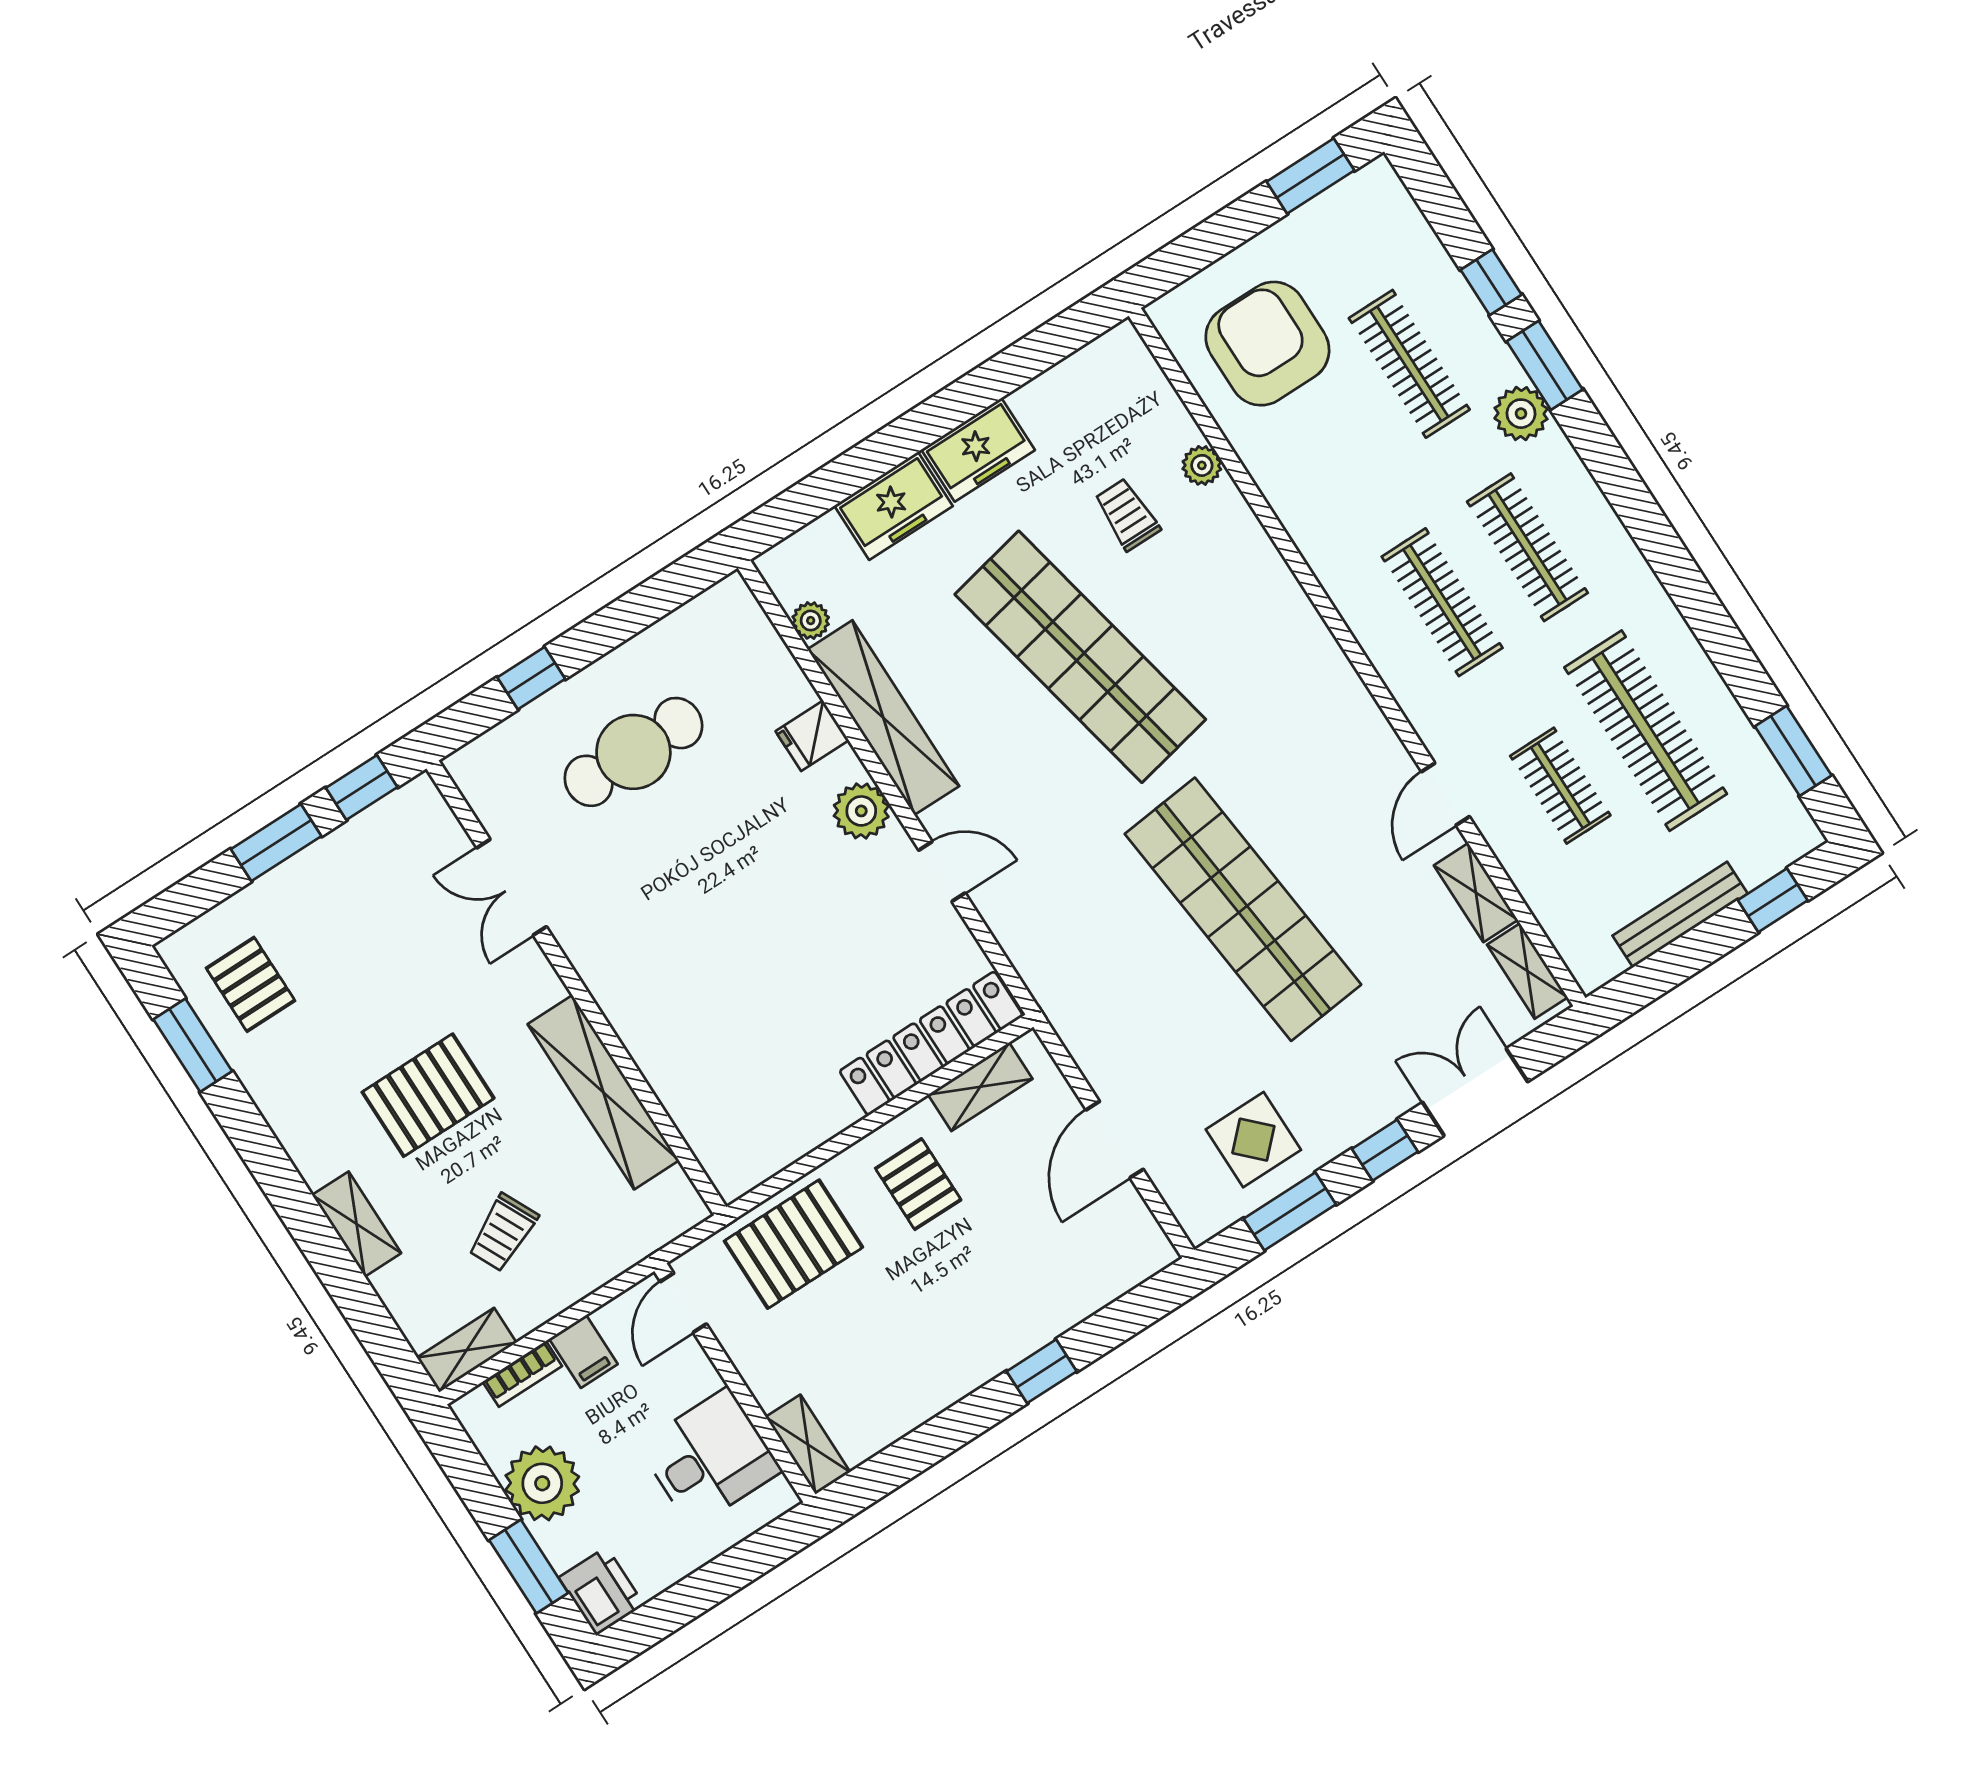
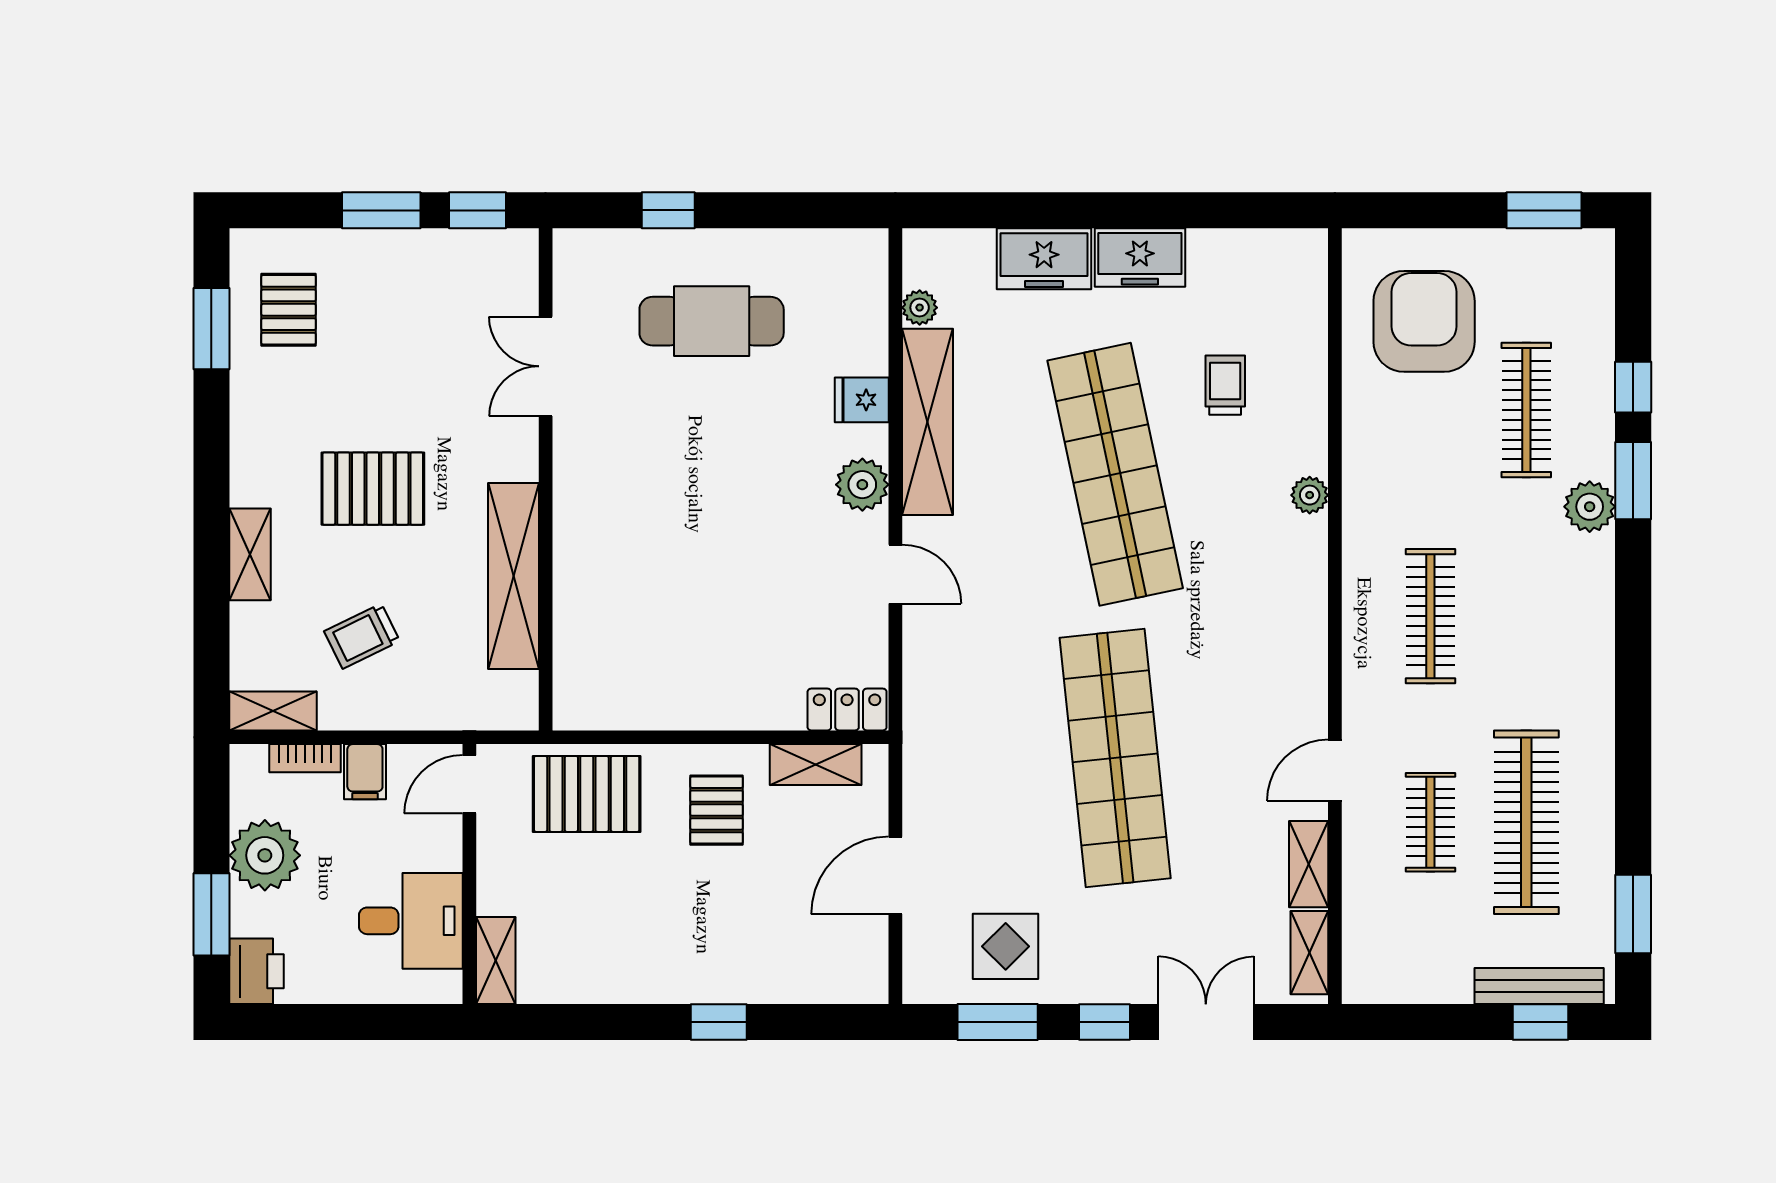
plant: (1202, 465) -> (1310, 495), moved
clothes rail: (1527, 547) -> (1526, 616), removed
bench: (1680, 915) -> (1539, 986), moved
locker: (931, 1043) -> (847, 709), width x0.46, depth x0.83

